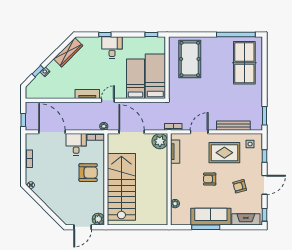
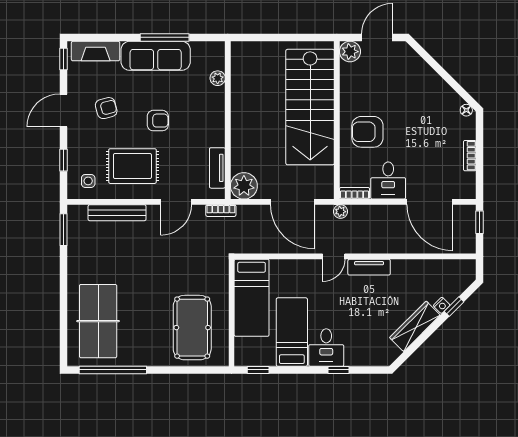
wardrobe: (68, 52) -> (415, 326), moved
bed: (135, 79) -> (292, 332), moved, turned 180

